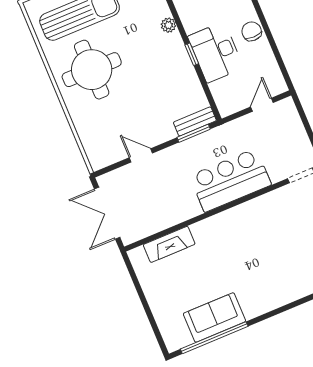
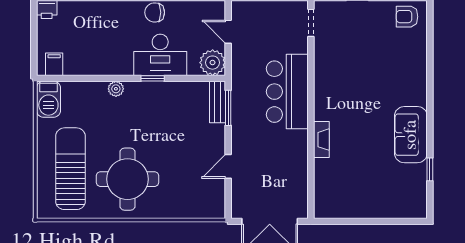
plant: (228, 102) -> (213, 63), added
fireplace: (169, 244) -> (321, 140), moved, width x0.73, depth x0.76
sofa: (214, 317) -> (411, 135), moved
window: (214, 338) -> (430, 169), width x0.32

